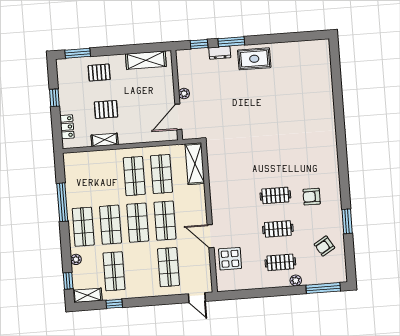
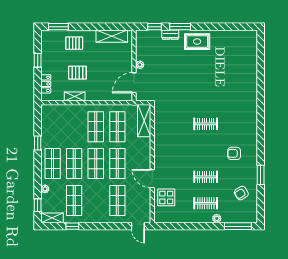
clothes rail: (275, 195) -> (206, 124), moved
window: (62, 202) -> (38, 143), width x0.46

